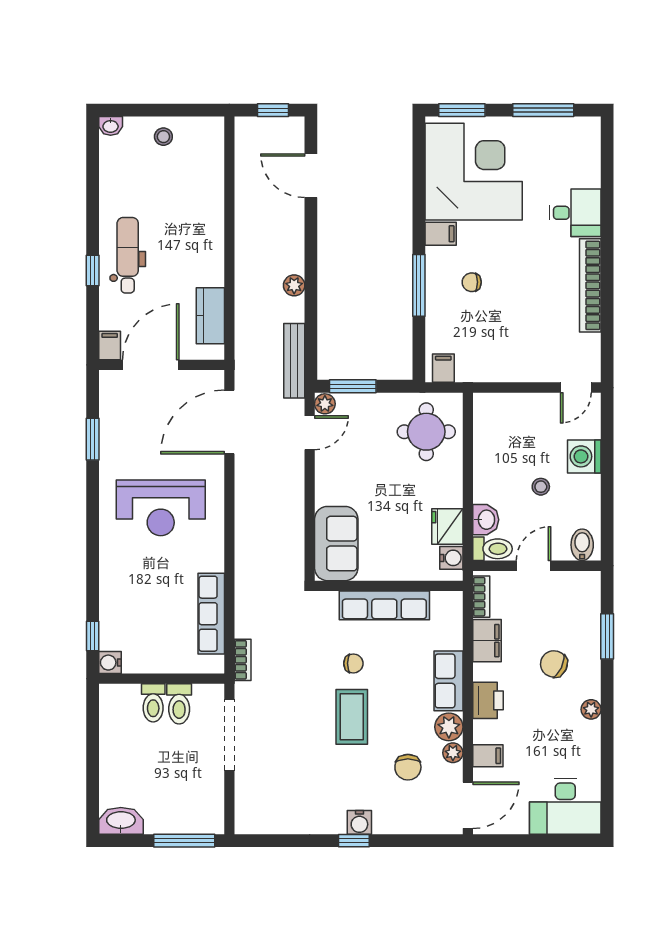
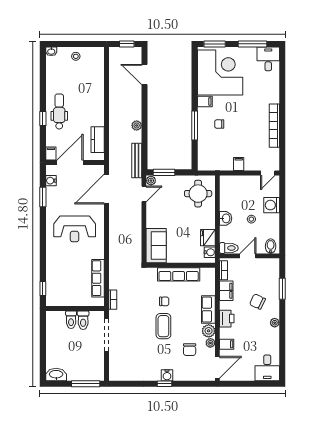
desk: (575, 213) -> (268, 59), moved, turned -90
filing cabinet: (443, 368) -> (239, 164), moved
washbasin: (486, 520) -> (226, 218), moved
water cooler: (110, 663) -> (51, 181), moved
desk: (565, 806) -> (267, 368), width x0.73

